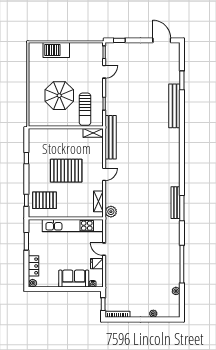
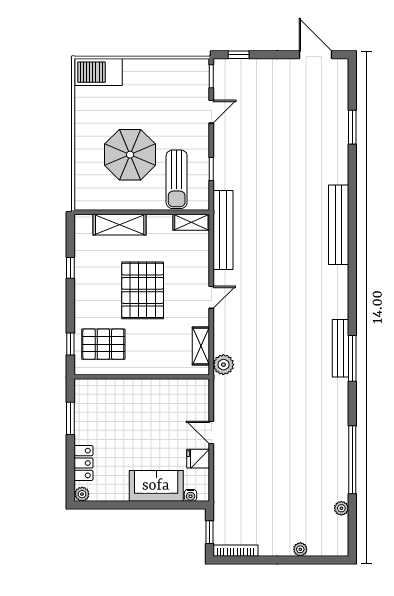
barbecue: (56, 50) -> (99, 72), moved
bench: (174, 106) -> (339, 225), moved
shelving: (53, 134) -> (120, 225), added
pallet: (66, 171) -> (143, 290), turned 90
kitchen unit: (73, 226) -> (154, 390), removed

